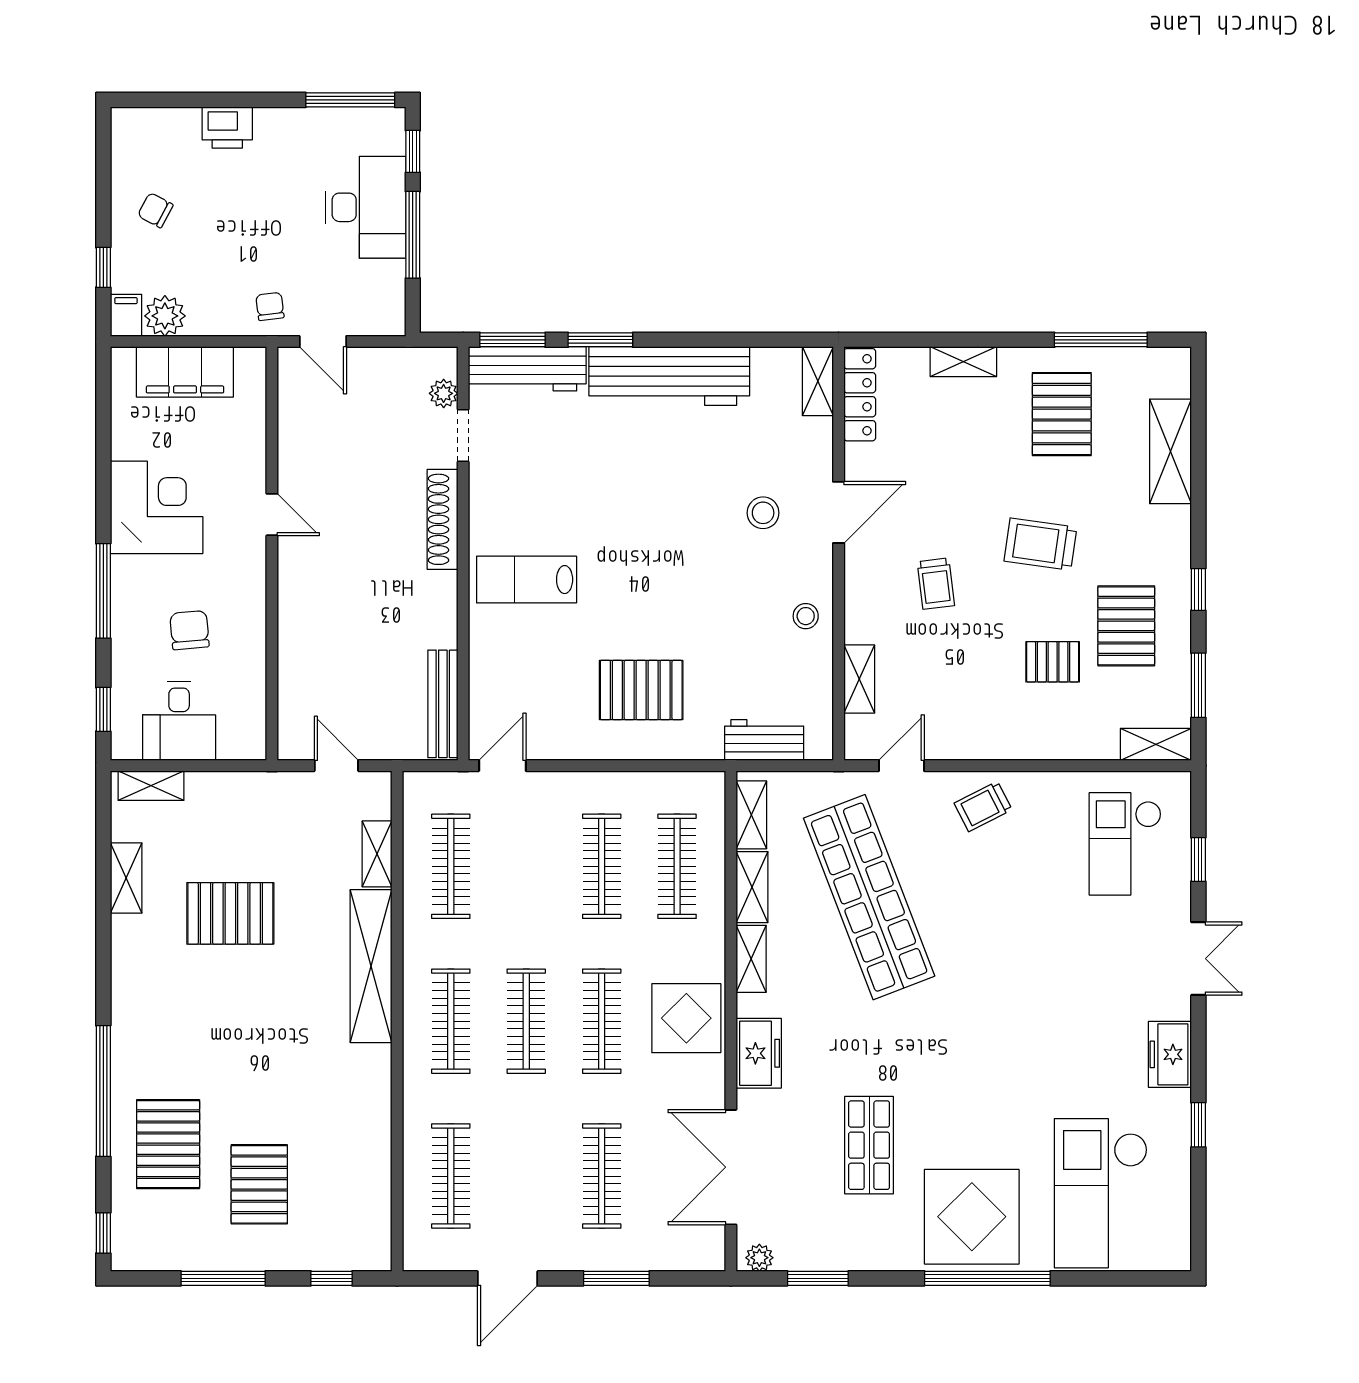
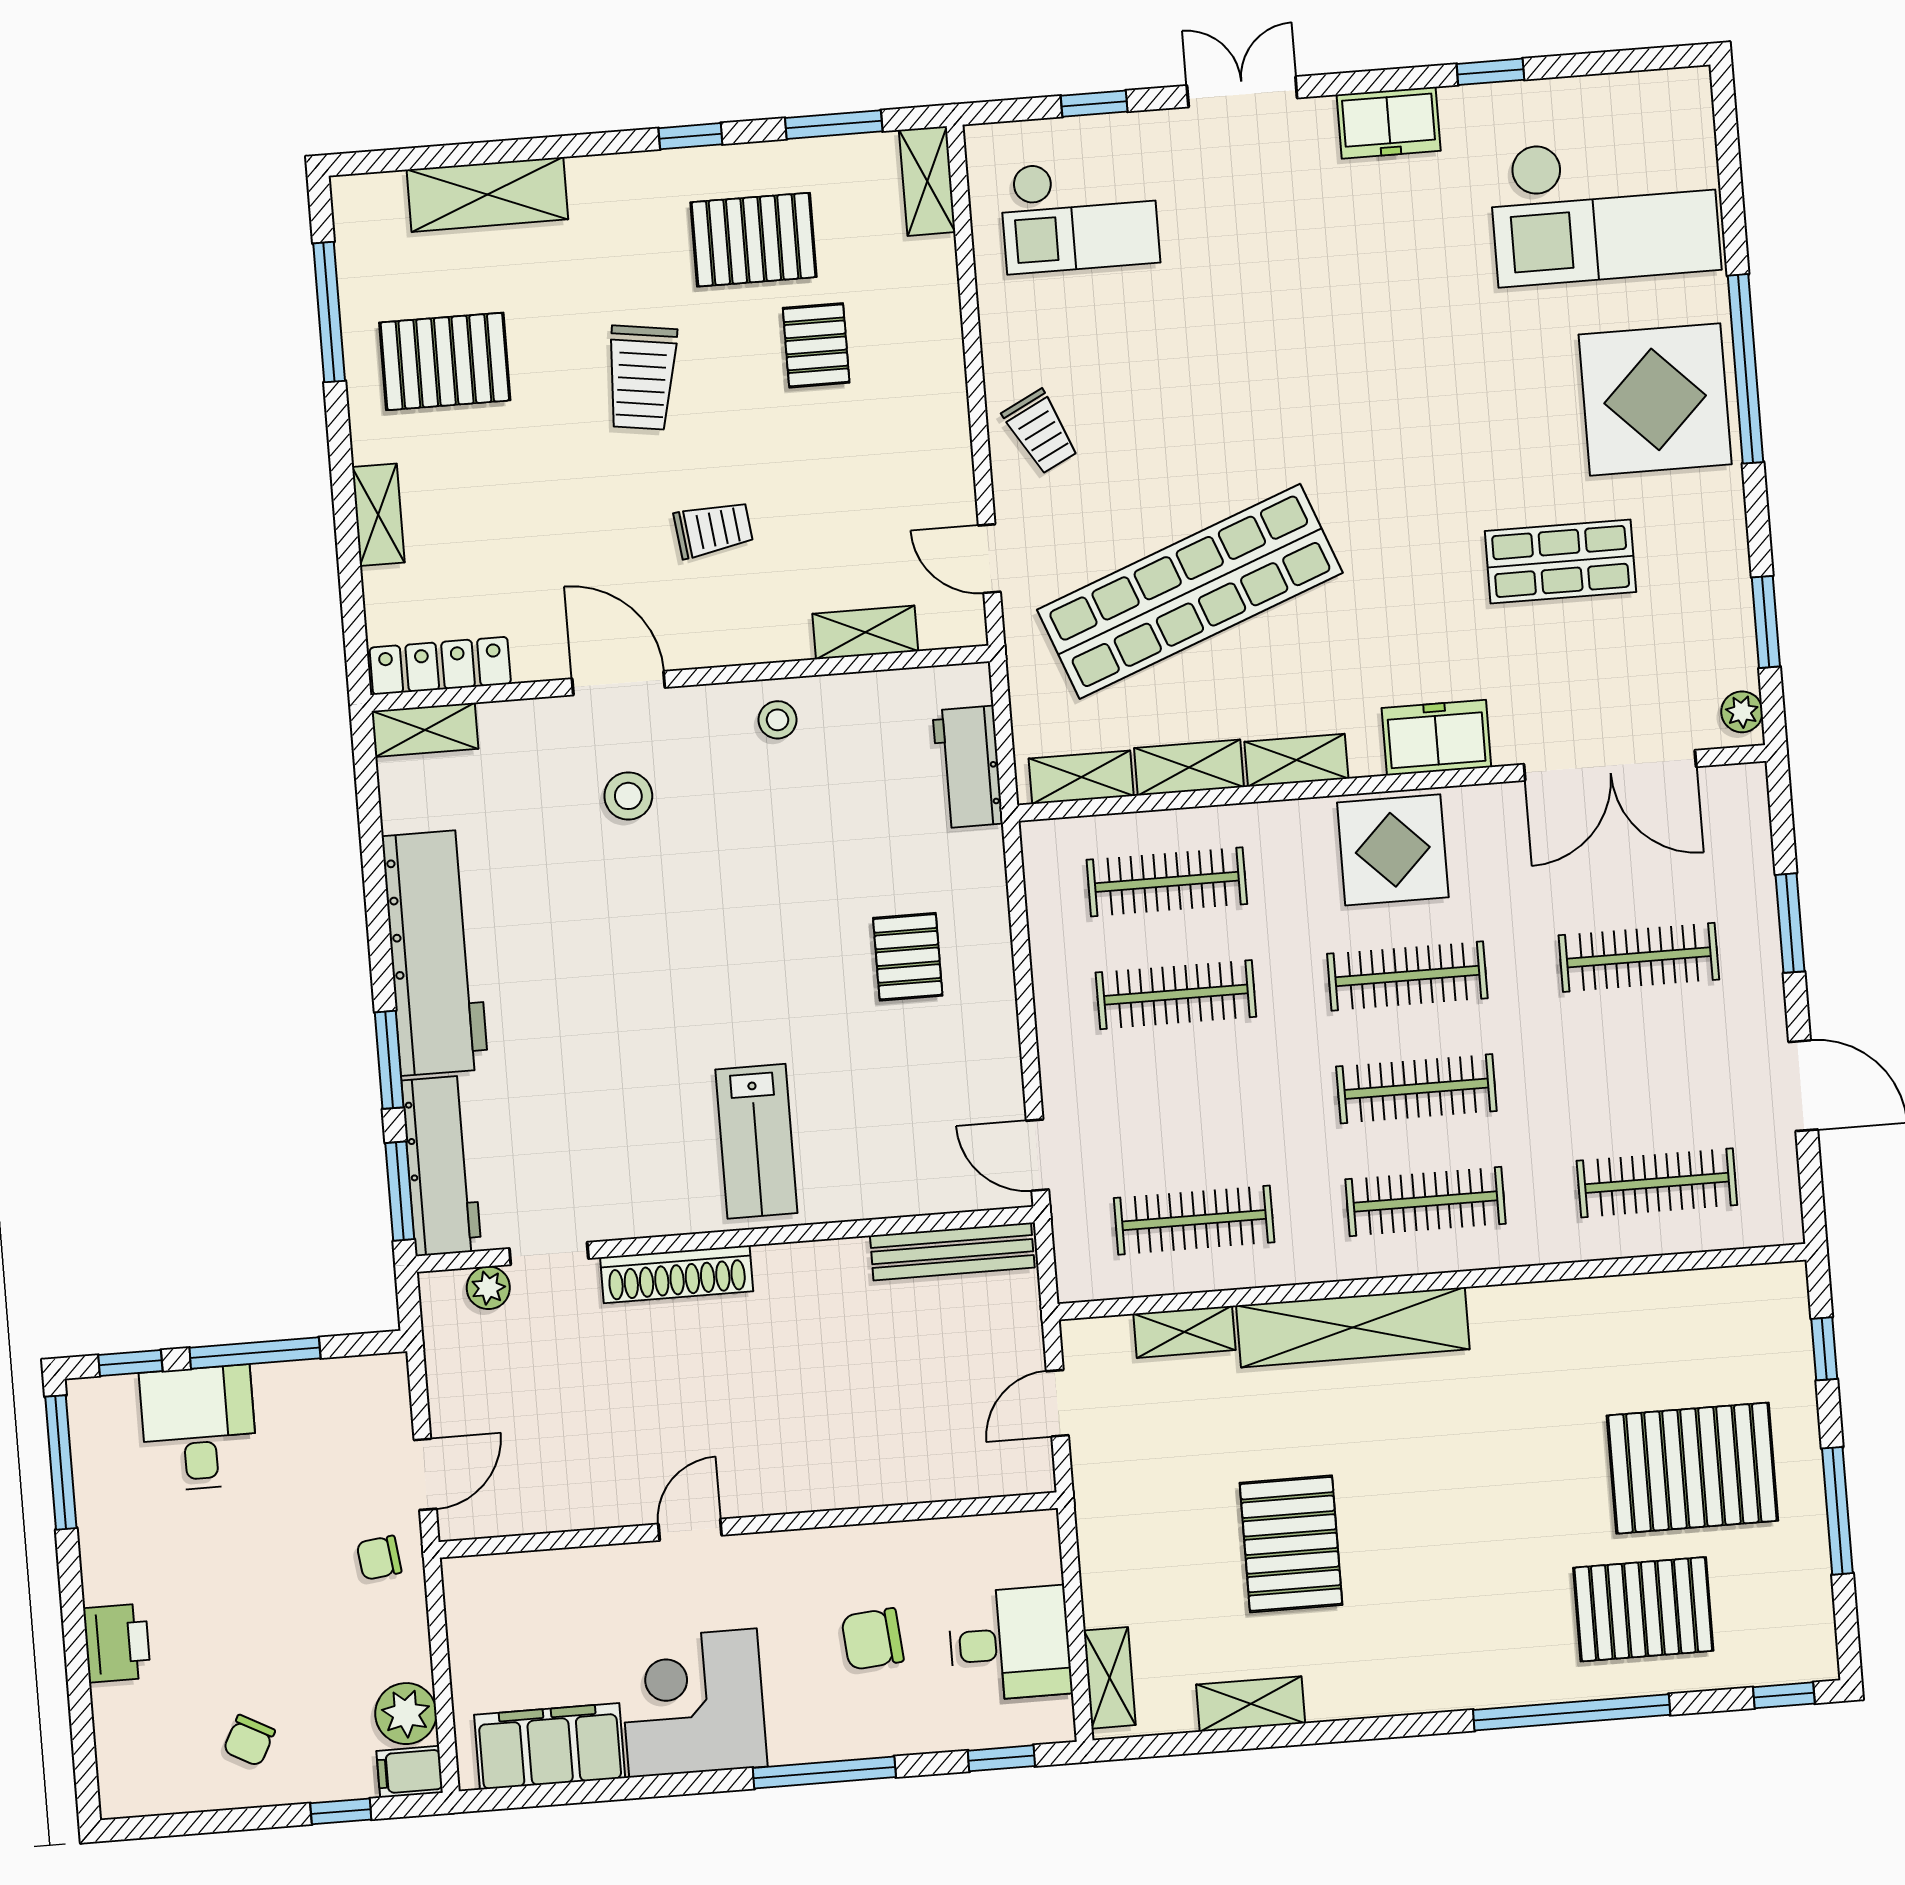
desk: (366, 207) -> (199, 1428), width x0.73
filing cabinet: (185, 372) -> (550, 1746), moved, turned -90
pallet: (641, 690) -> (908, 957), width x0.67, depth x0.71
pallet: (259, 1184) -> (1692, 1468), width x1.37, depth x1.41

